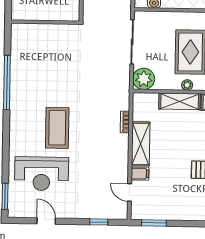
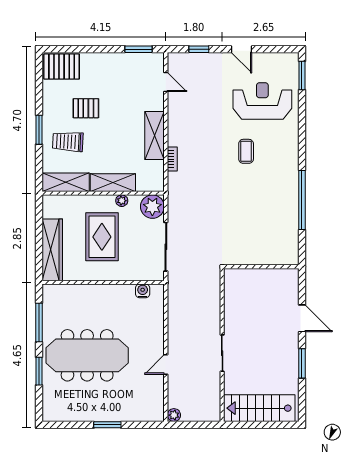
plant: (187, 85) -> (122, 201), moved
coffee table: (57, 128) -> (246, 151), width x0.54, depth x0.58
filing cabinet: (140, 174) -> (155, 103), removed
door: (46, 221) -> (242, 49), moved

